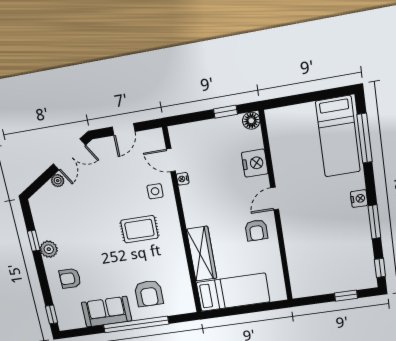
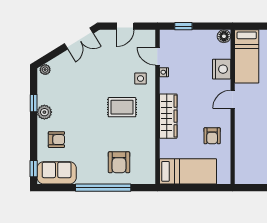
window: (226, 112) -> (183, 26), moved
bed: (285, 142) -> (247, 56), added
plant: (58, 181) -> (45, 70), moved
armchair: (256, 230) -> (212, 136), moved
wardrobe: (202, 254) -> (168, 116), moved
armchair: (70, 278) -> (56, 140), turned 180
sofa: (107, 312) -> (57, 173), moved

